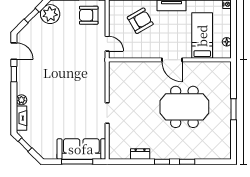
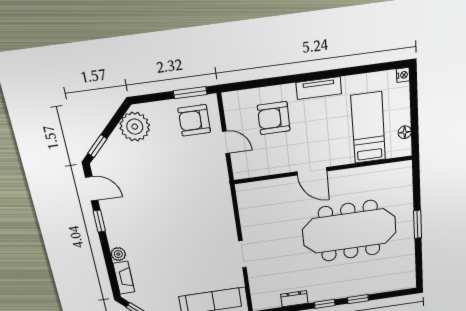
window: (32, 16) -> (97, 146), moved
armchair: (140, 21) -> (274, 118), turned -150
door: (107, 44) -> (226, 142), moved
door: (172, 60) -> (312, 171), moved
meeting table: (184, 107) -> (349, 231), width x1.36

